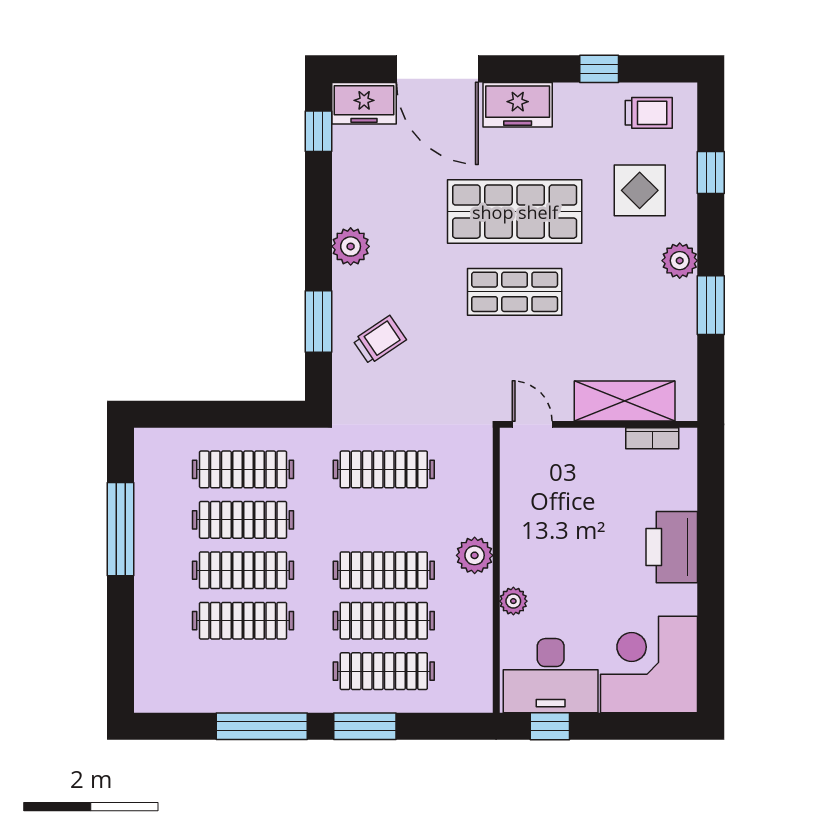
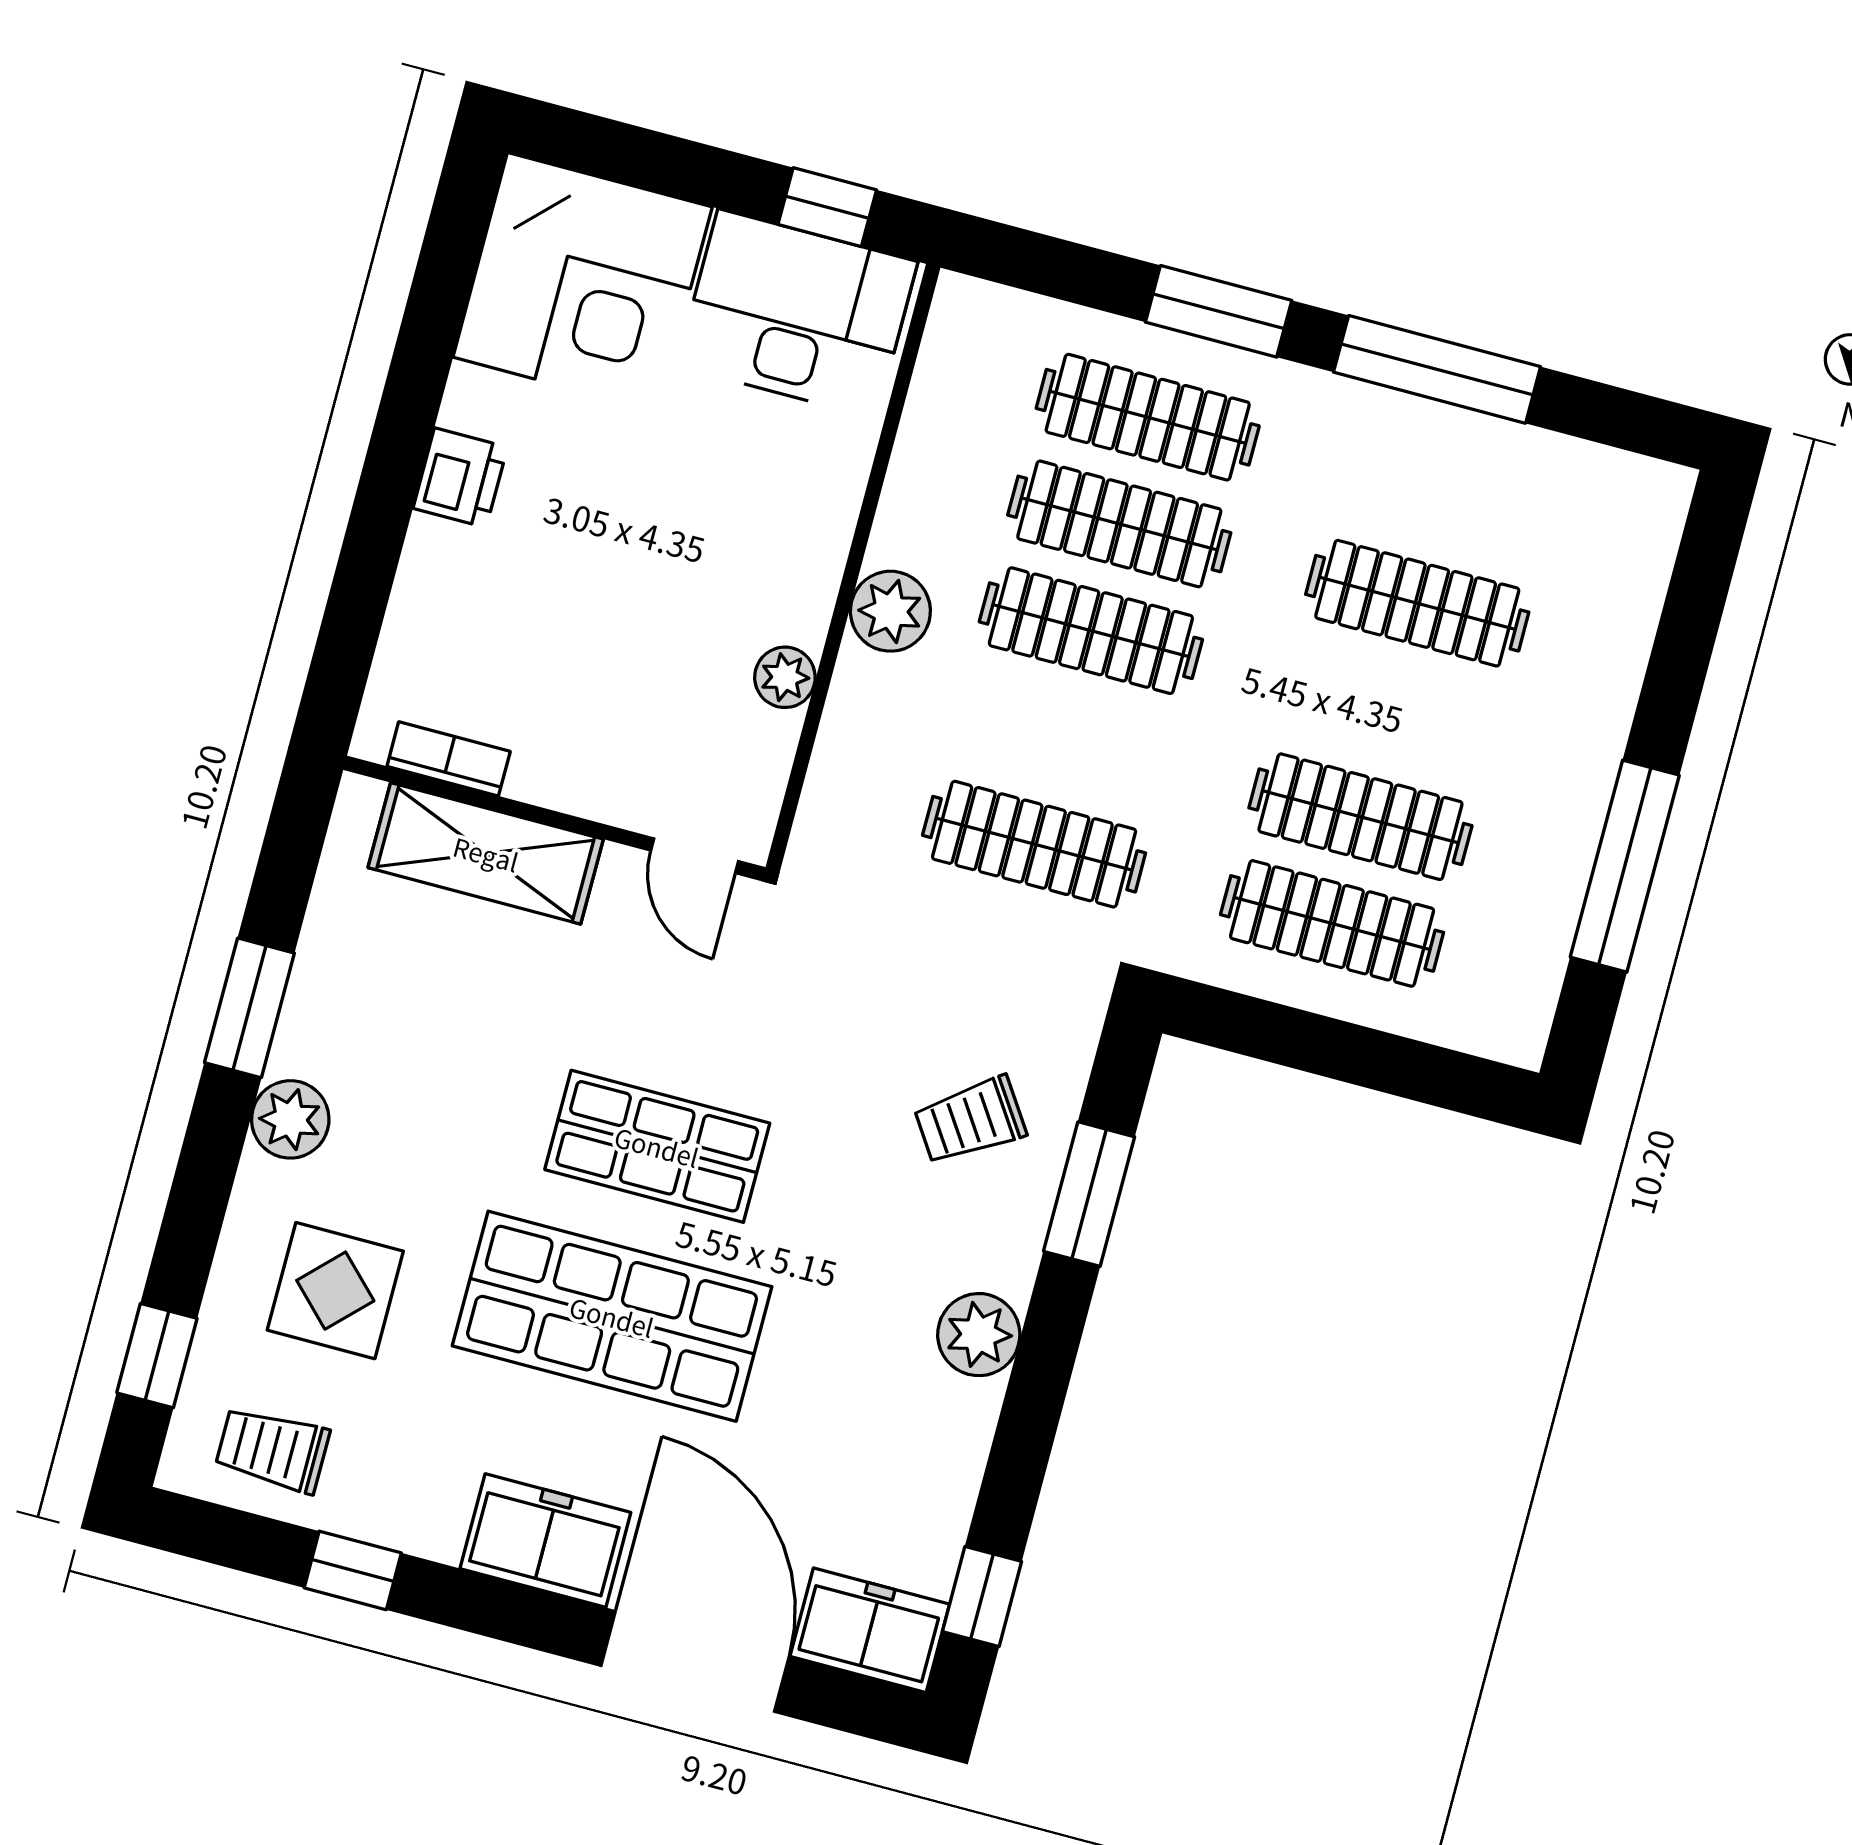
window: (711, 173) -> (157, 1356), moved
printer: (672, 547) -> (460, 478), width x0.53, depth x0.68
clothes rail: (243, 570) -> (1389, 710), removed
plant: (513, 601) -> (785, 677), moved

